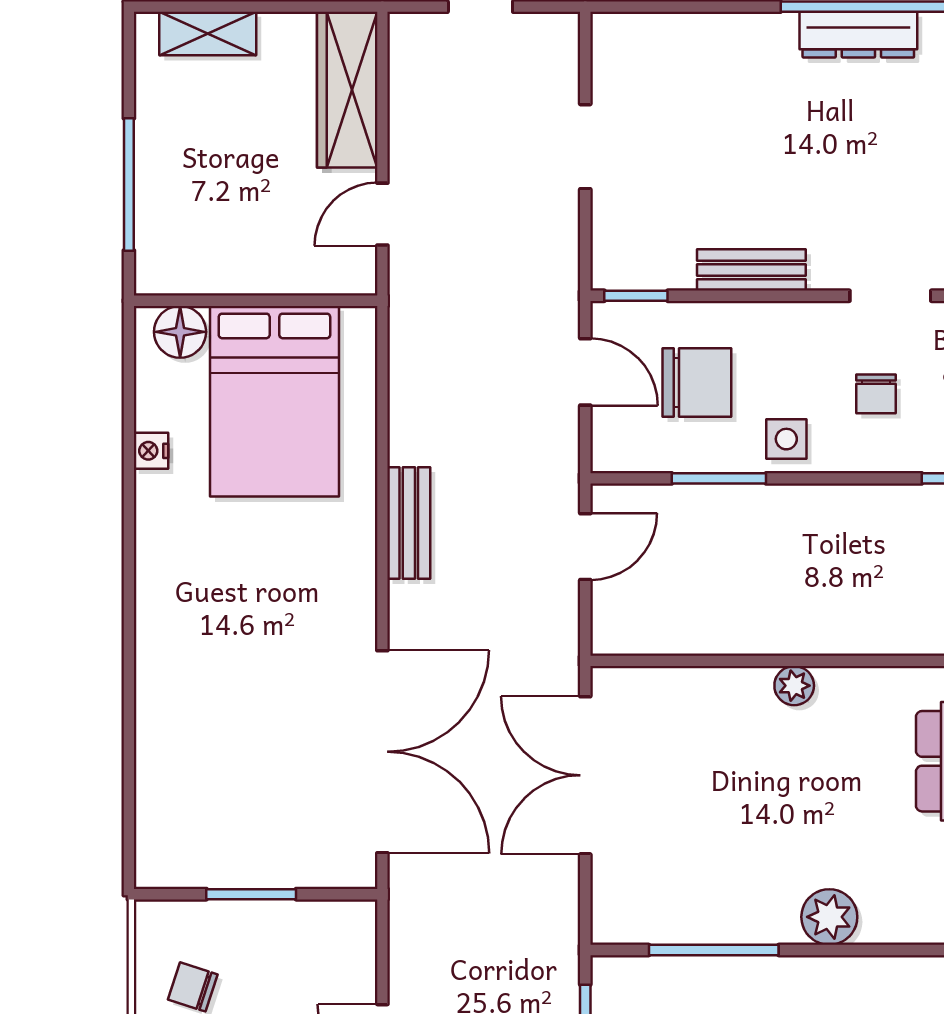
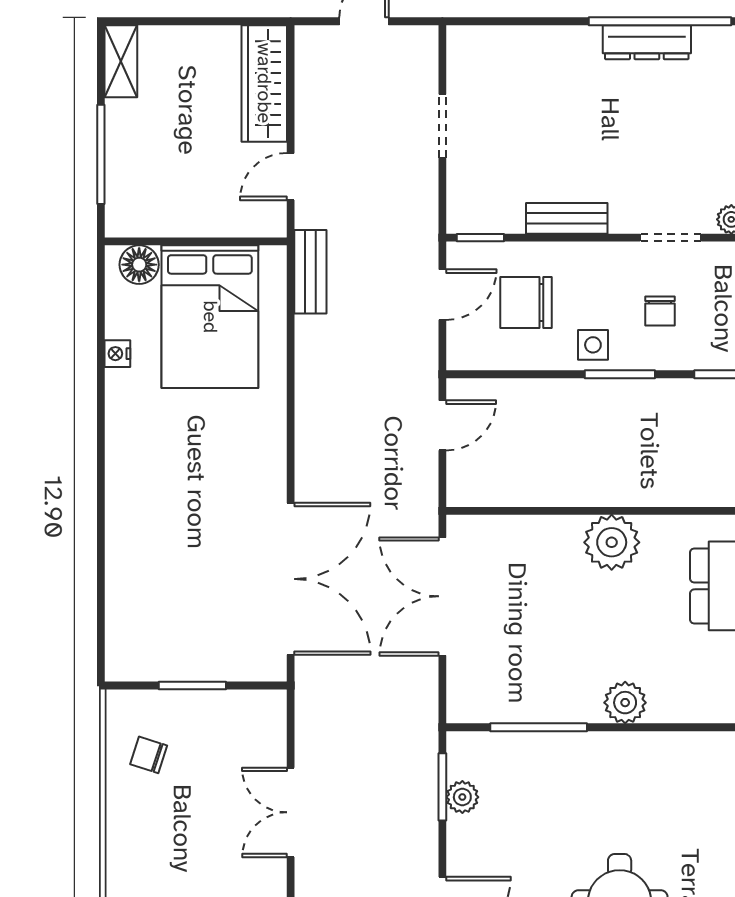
shelving: (208, 34) -> (121, 61), moved, turned 90
door: (585, 372) -> (442, 295), hinge flipped
chair: (697, 383) -> (526, 303), turned 180
window: (719, 478) -> (620, 374), moved
bench: (409, 523) -> (310, 272), moved
plant: (794, 686) -> (612, 542), width x1.87, depth x1.87

